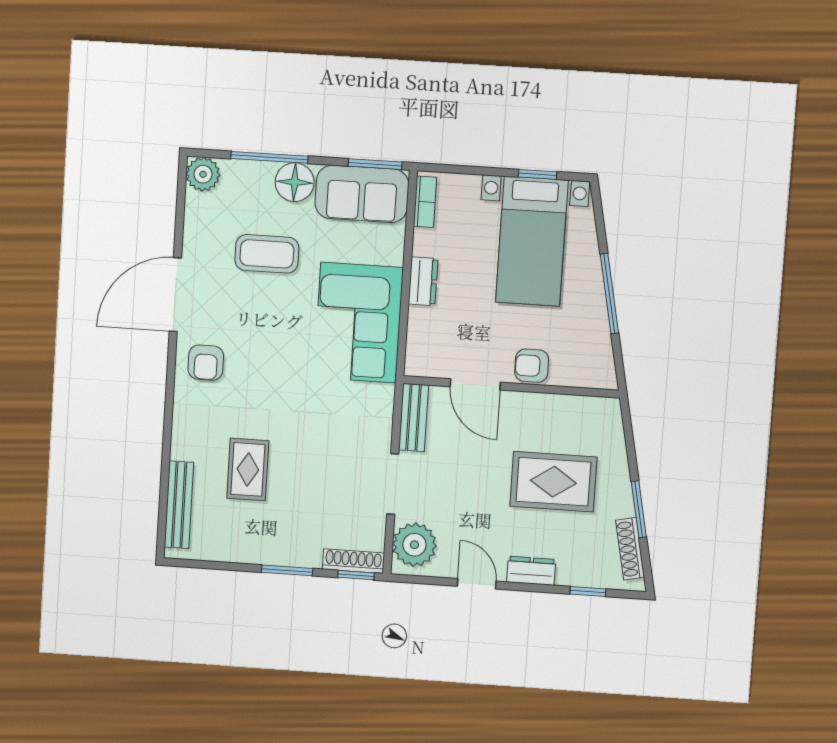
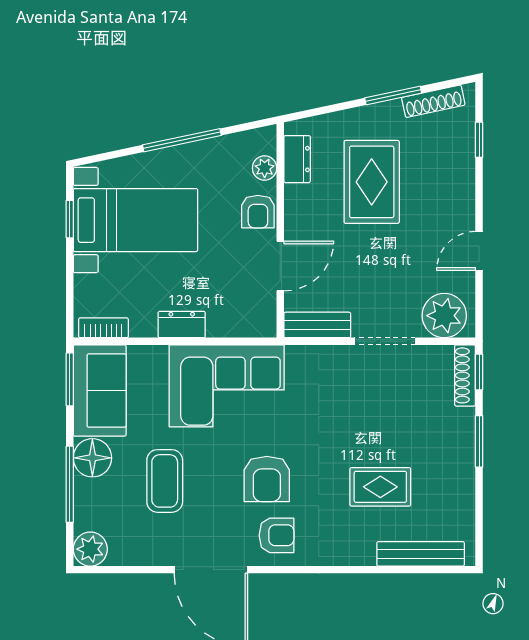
armchair: (263, 357) -> (267, 479), added
plant: (575, 375) -> (265, 168), added
dresser: (531, 571) -> (297, 159), moved, turned 180

